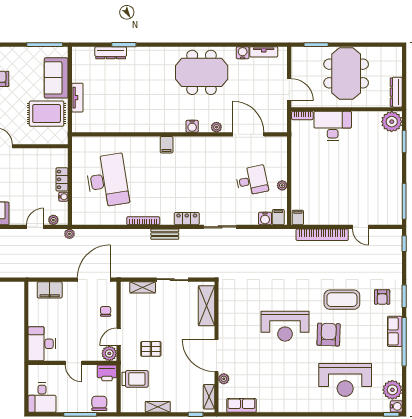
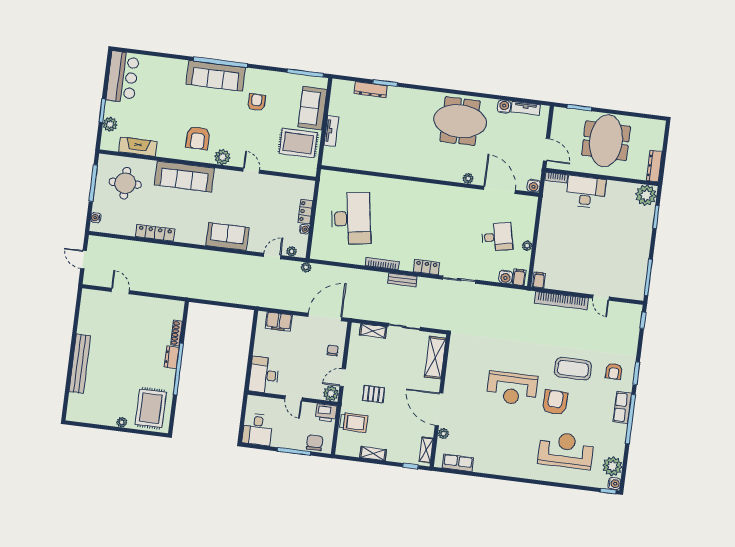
water cooler: (192, 126) -> (534, 186), moved
filing cabinet: (167, 145) -> (415, 190), removed
reception desk: (345, 380) -> (566, 450), turned 180

